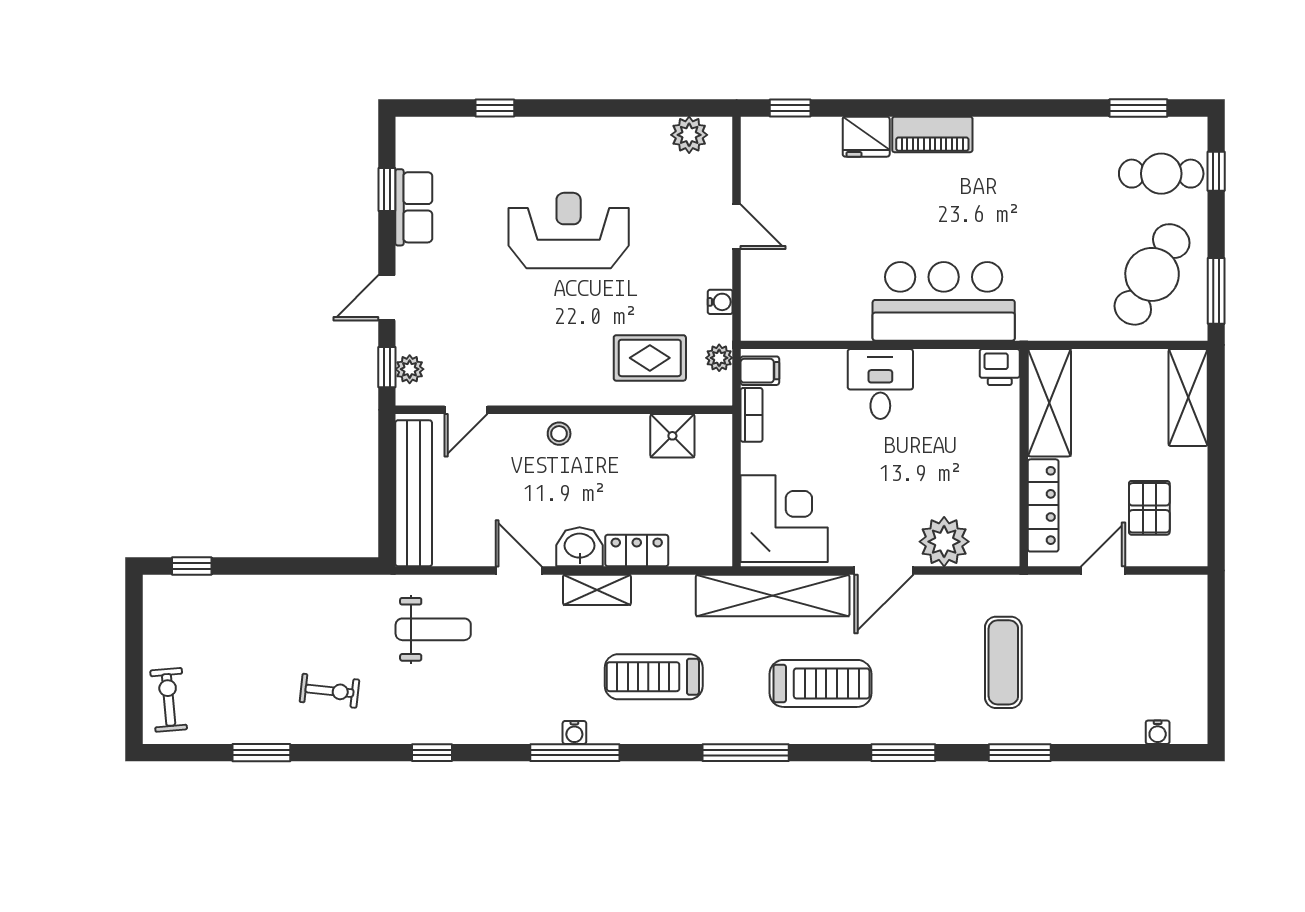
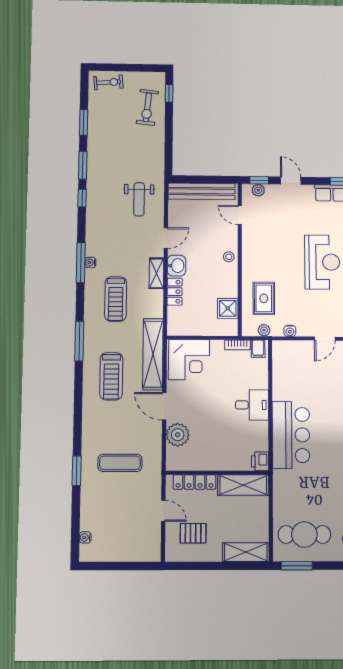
cafe table: (1152, 274) -> (304, 534), turned -30
treadmill: (654, 677) -> (116, 299), turned 180
exercise bike: (329, 691) -> (147, 107), moved, width x1.38, depth x1.39
window: (903, 753) -> (83, 165), moved

